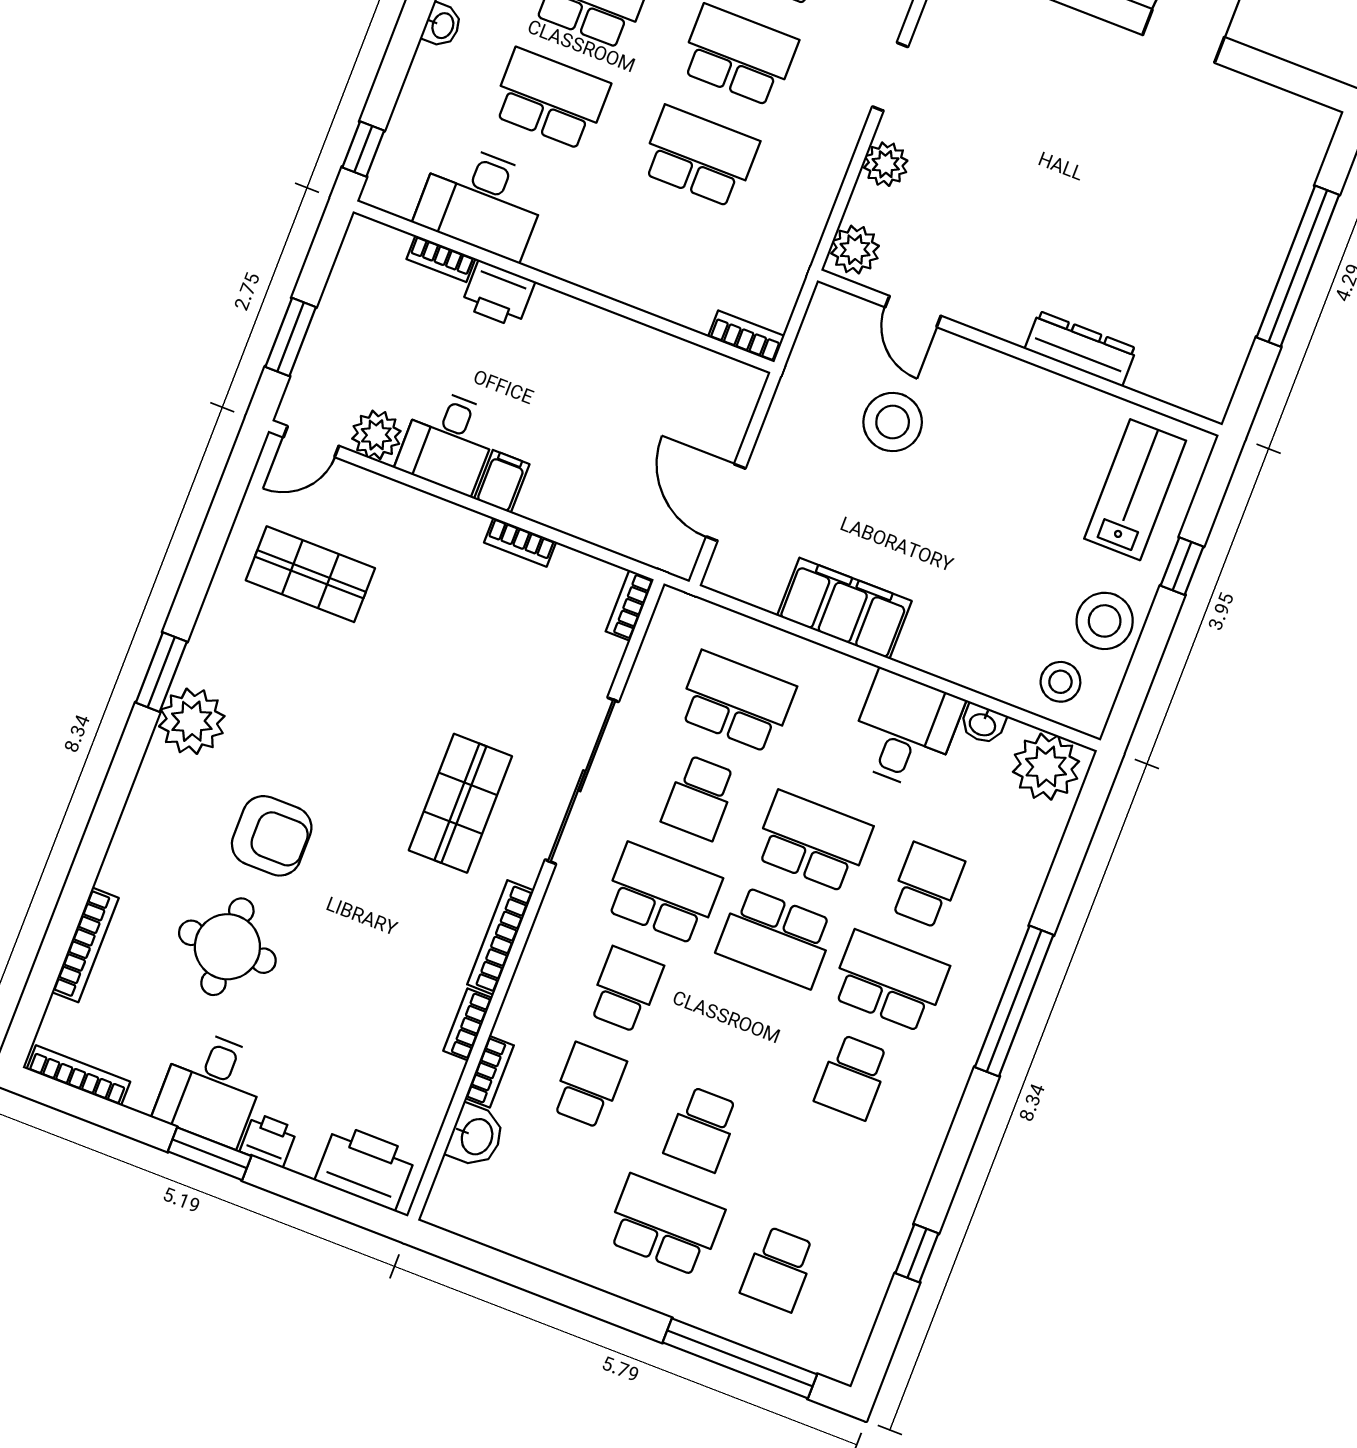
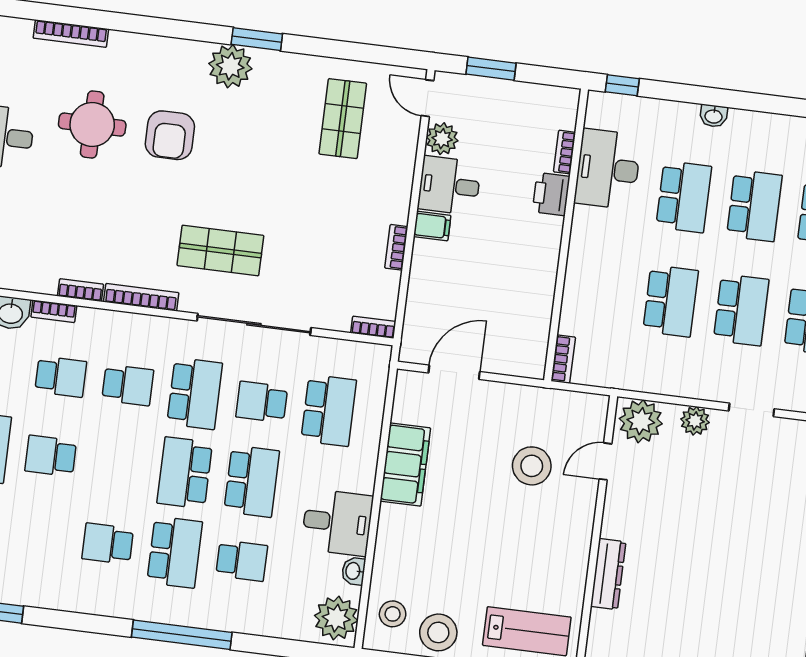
plant: (855, 250) -> (641, 421), width x1.36, depth x1.36

